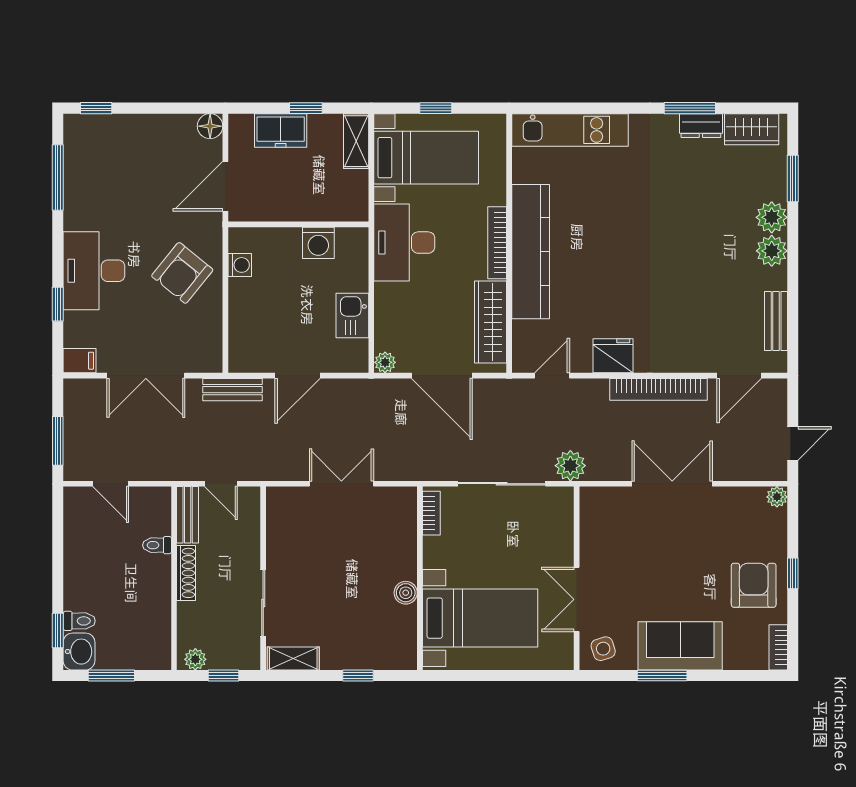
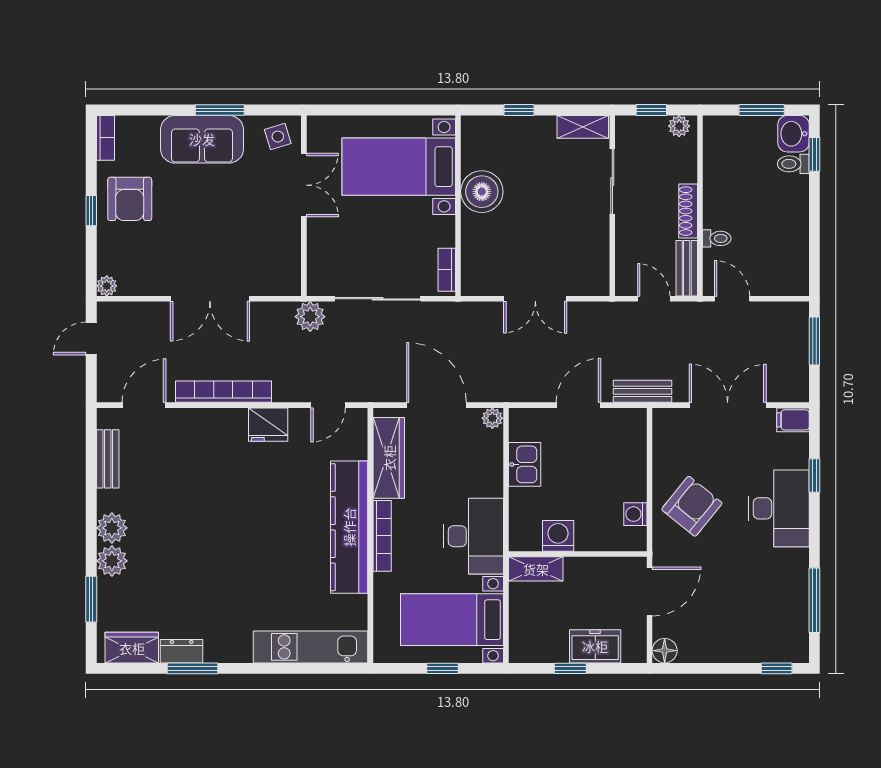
shelving: (356, 141) -> (536, 569), moved, turned 90
door: (111, 484) -> (732, 299), moved
boiler: (406, 593) -> (482, 192), width x1.86, depth x1.86

